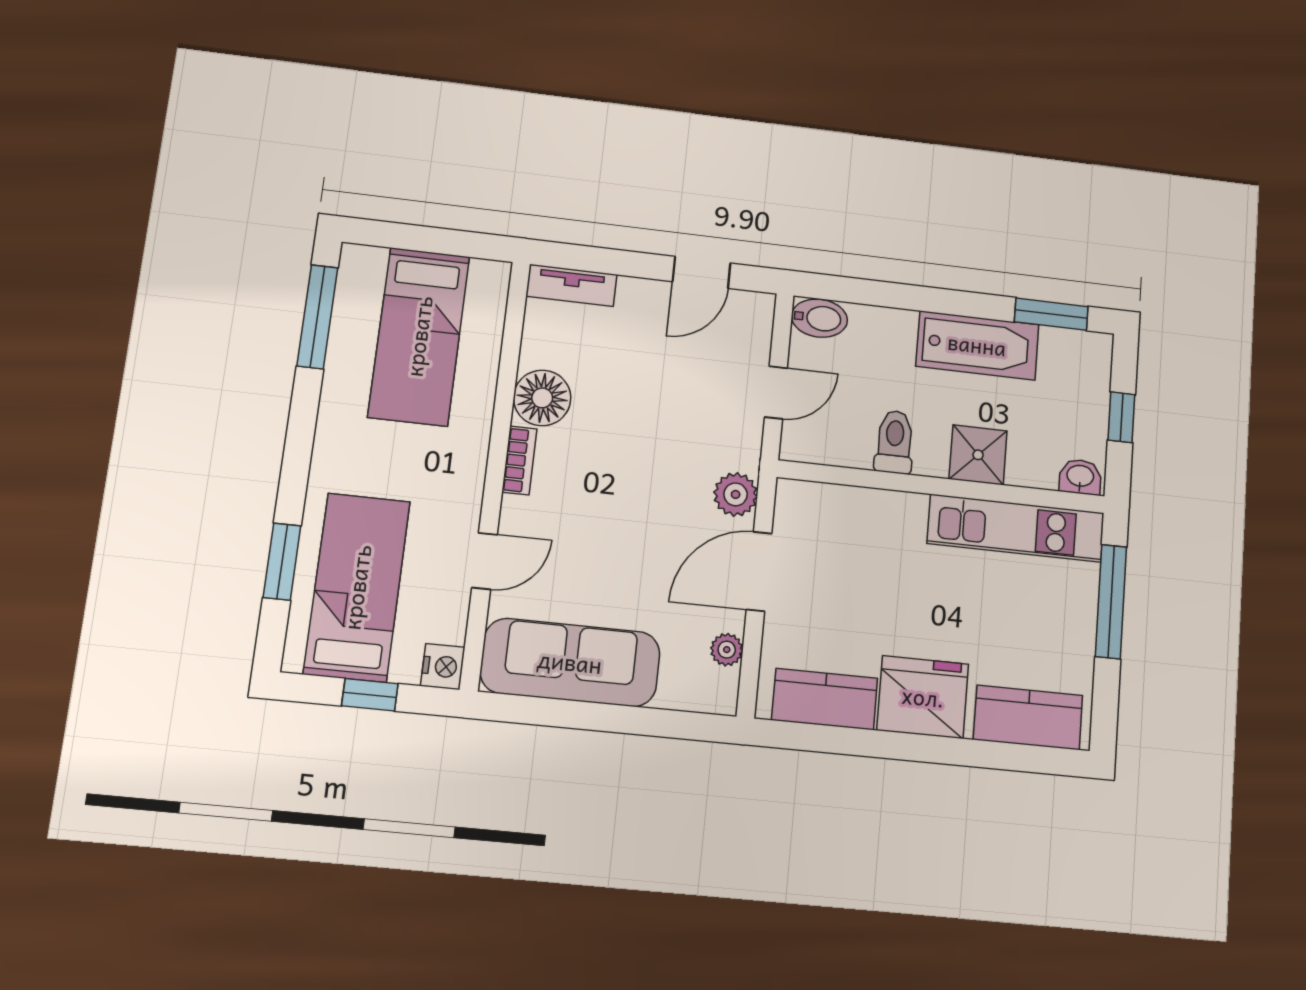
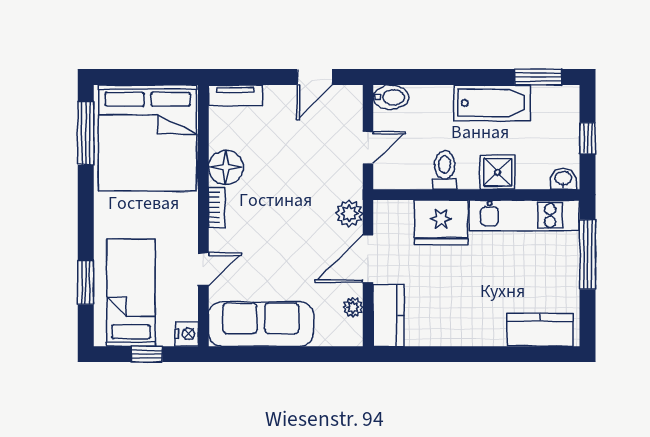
bed: (419, 336) -> (148, 138), width x2.04
fridge: (923, 697) -> (441, 222), moved, turned 180
kitchen counter: (825, 699) -> (389, 315), moved, turned 90

